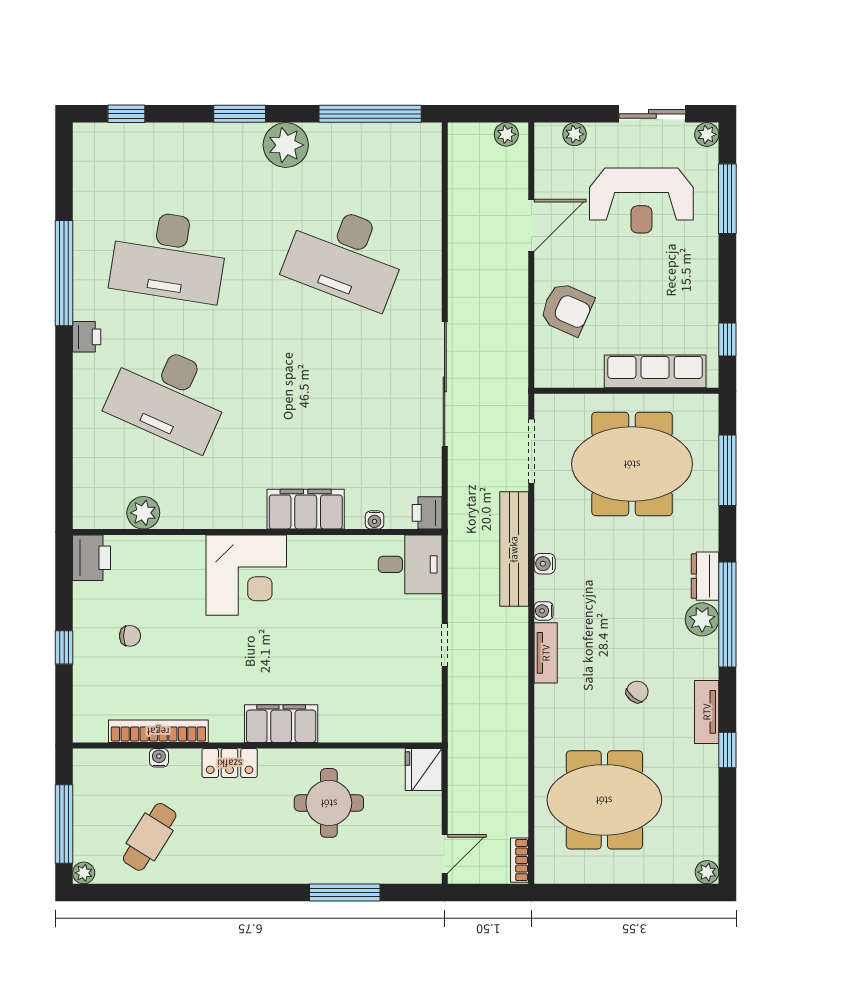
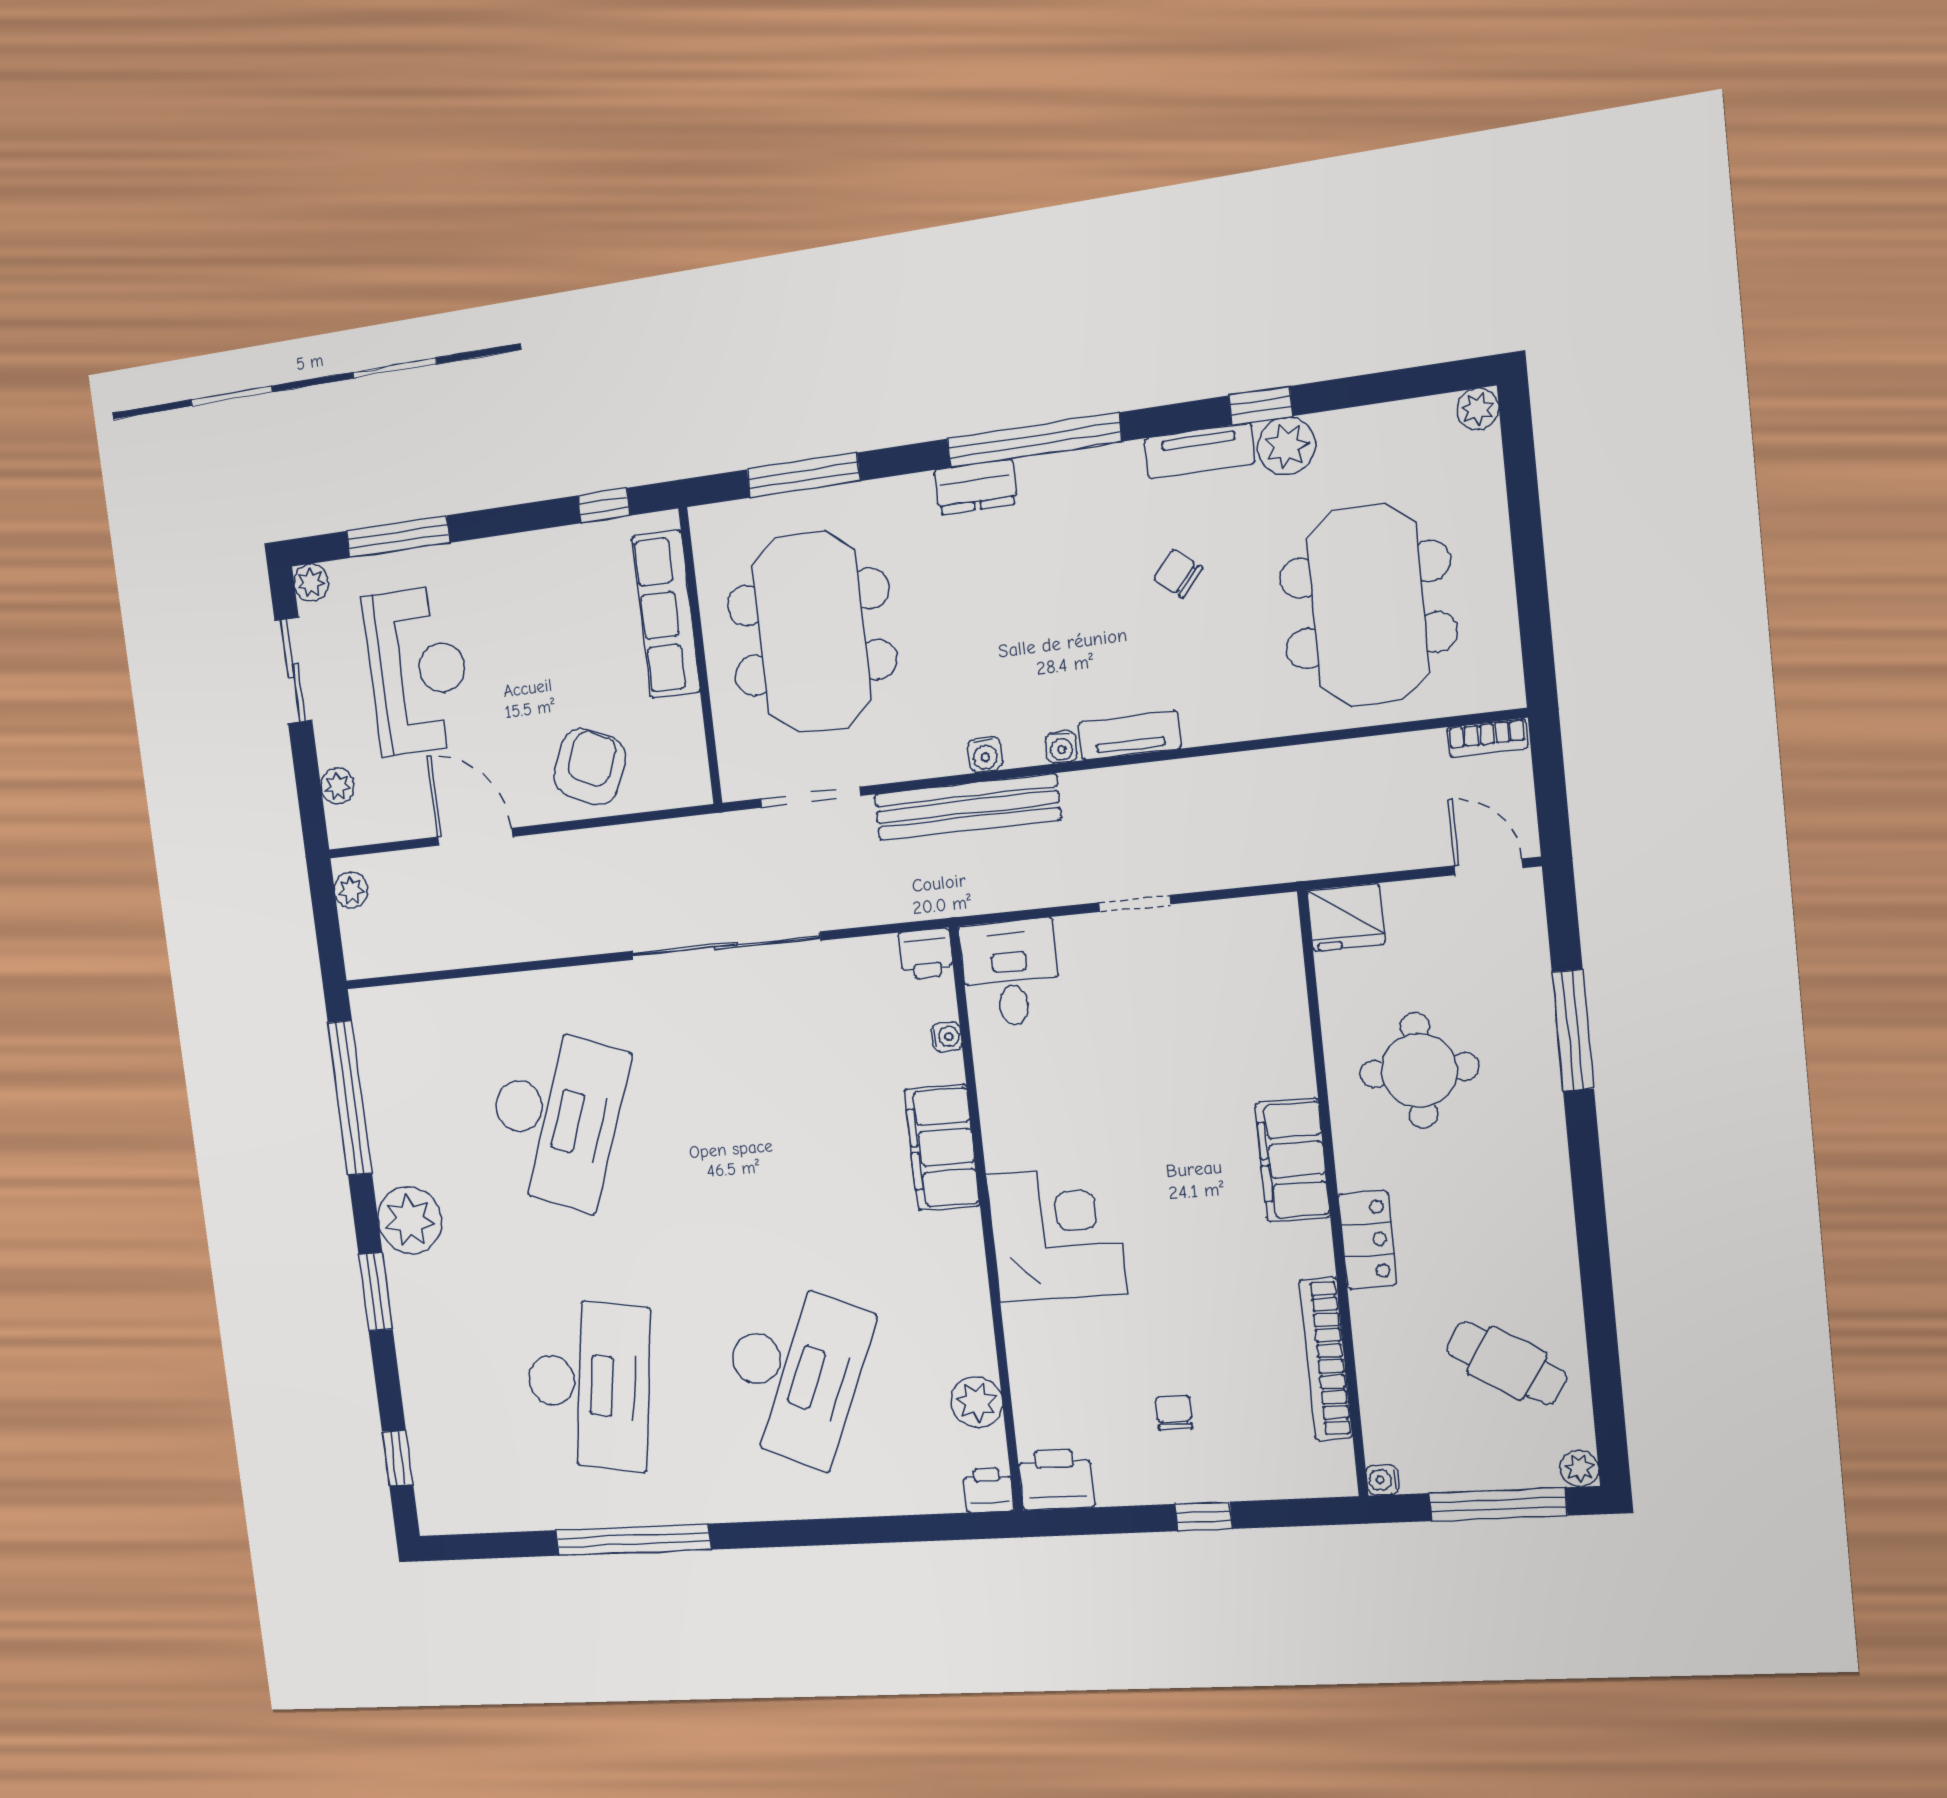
printer: (87, 337) -> (988, 1490), moved
plant: (702, 619) -> (1287, 446), moved
water cooler: (159, 758) -> (1383, 1480), moved

